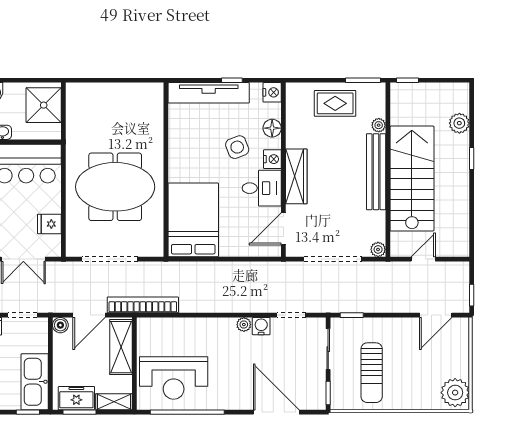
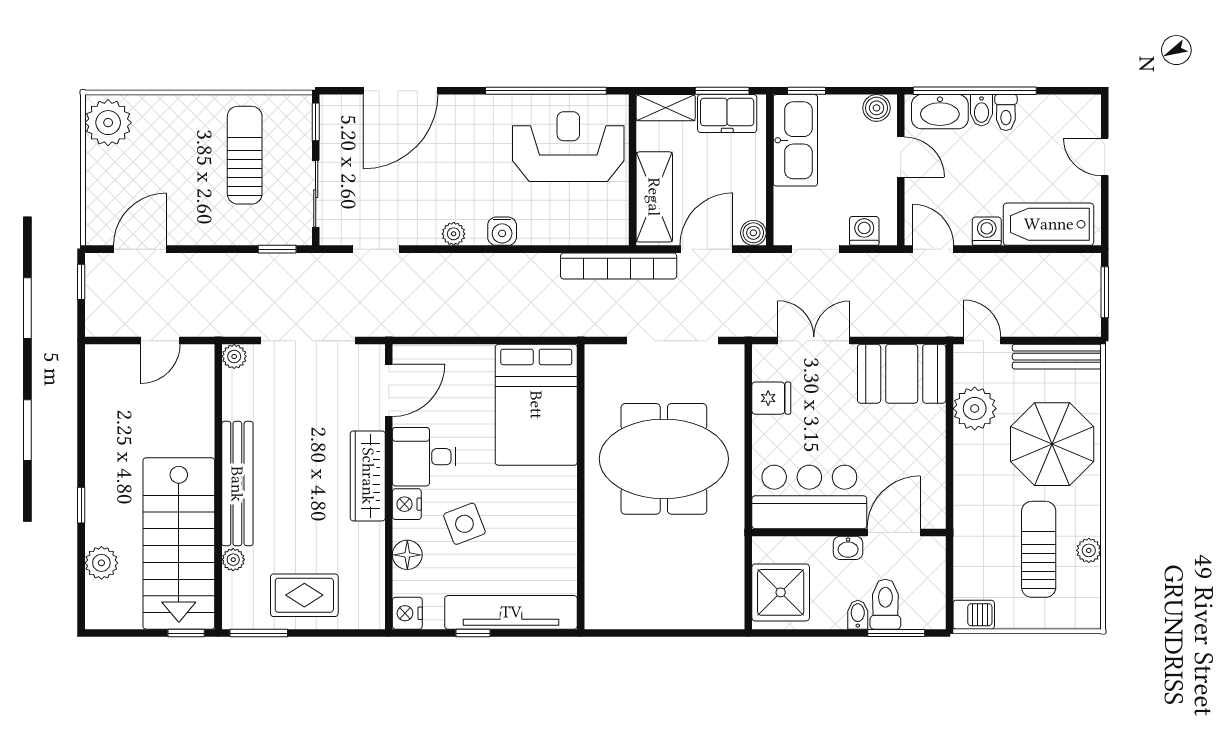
stairs: (412, 179) -> (179, 543), moved
water cooler: (261, 326) -> (502, 231), moved
door: (276, 412) -> (401, 91), hinge flipped

